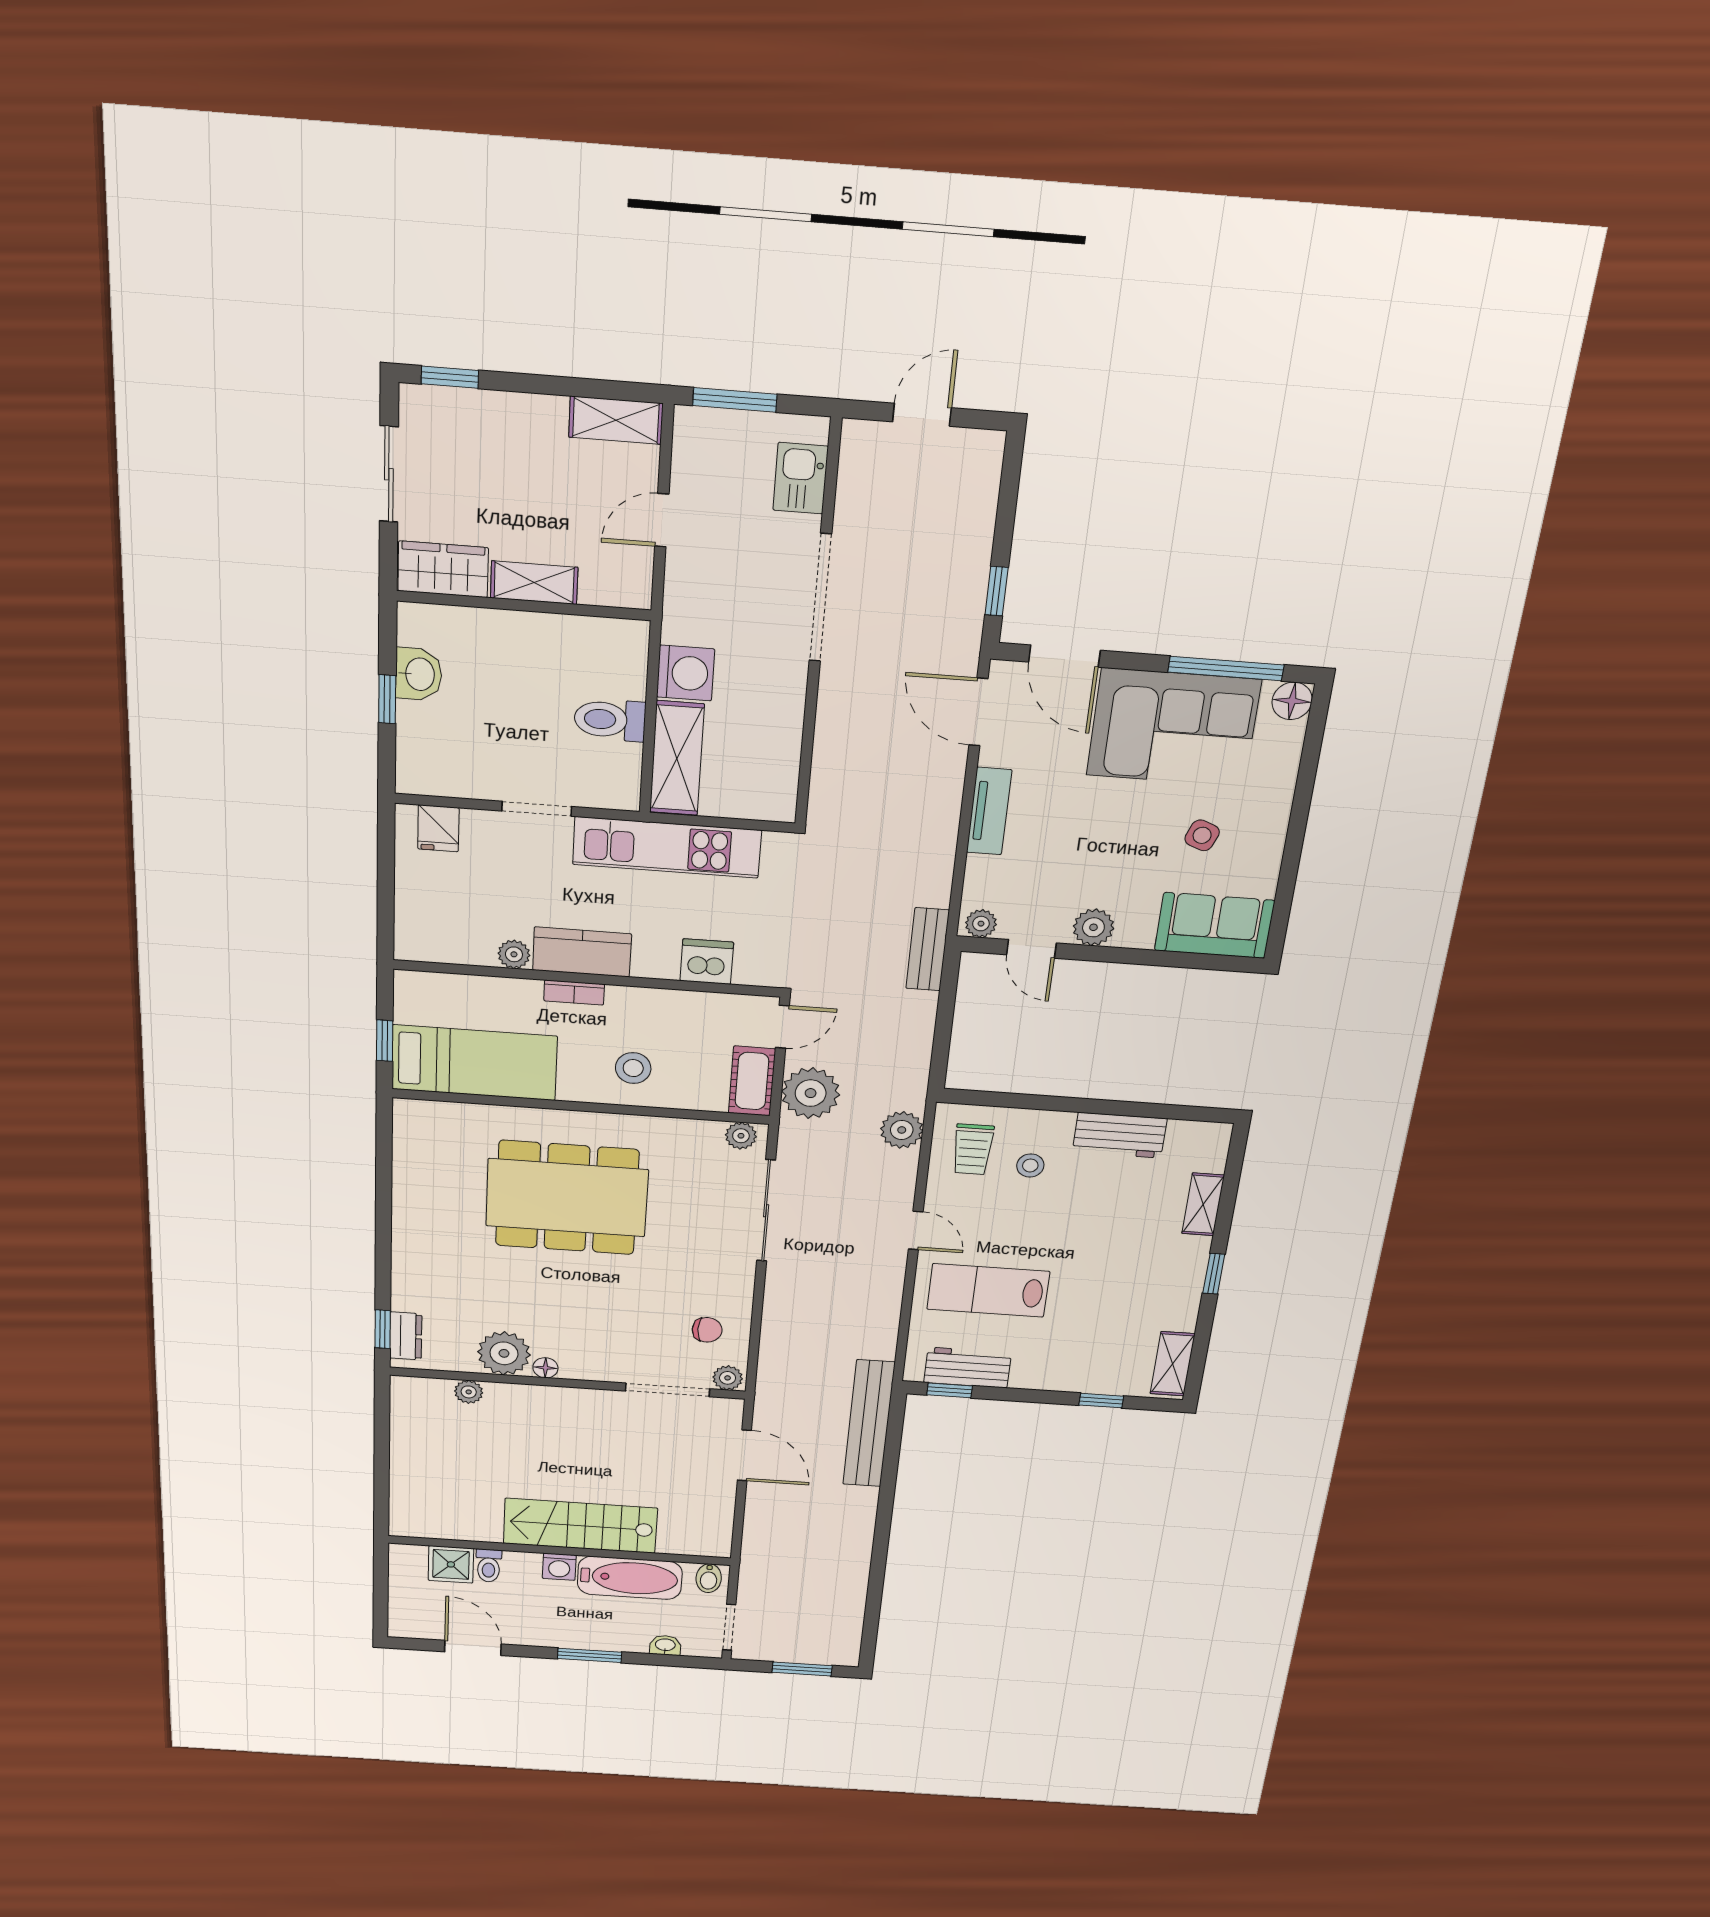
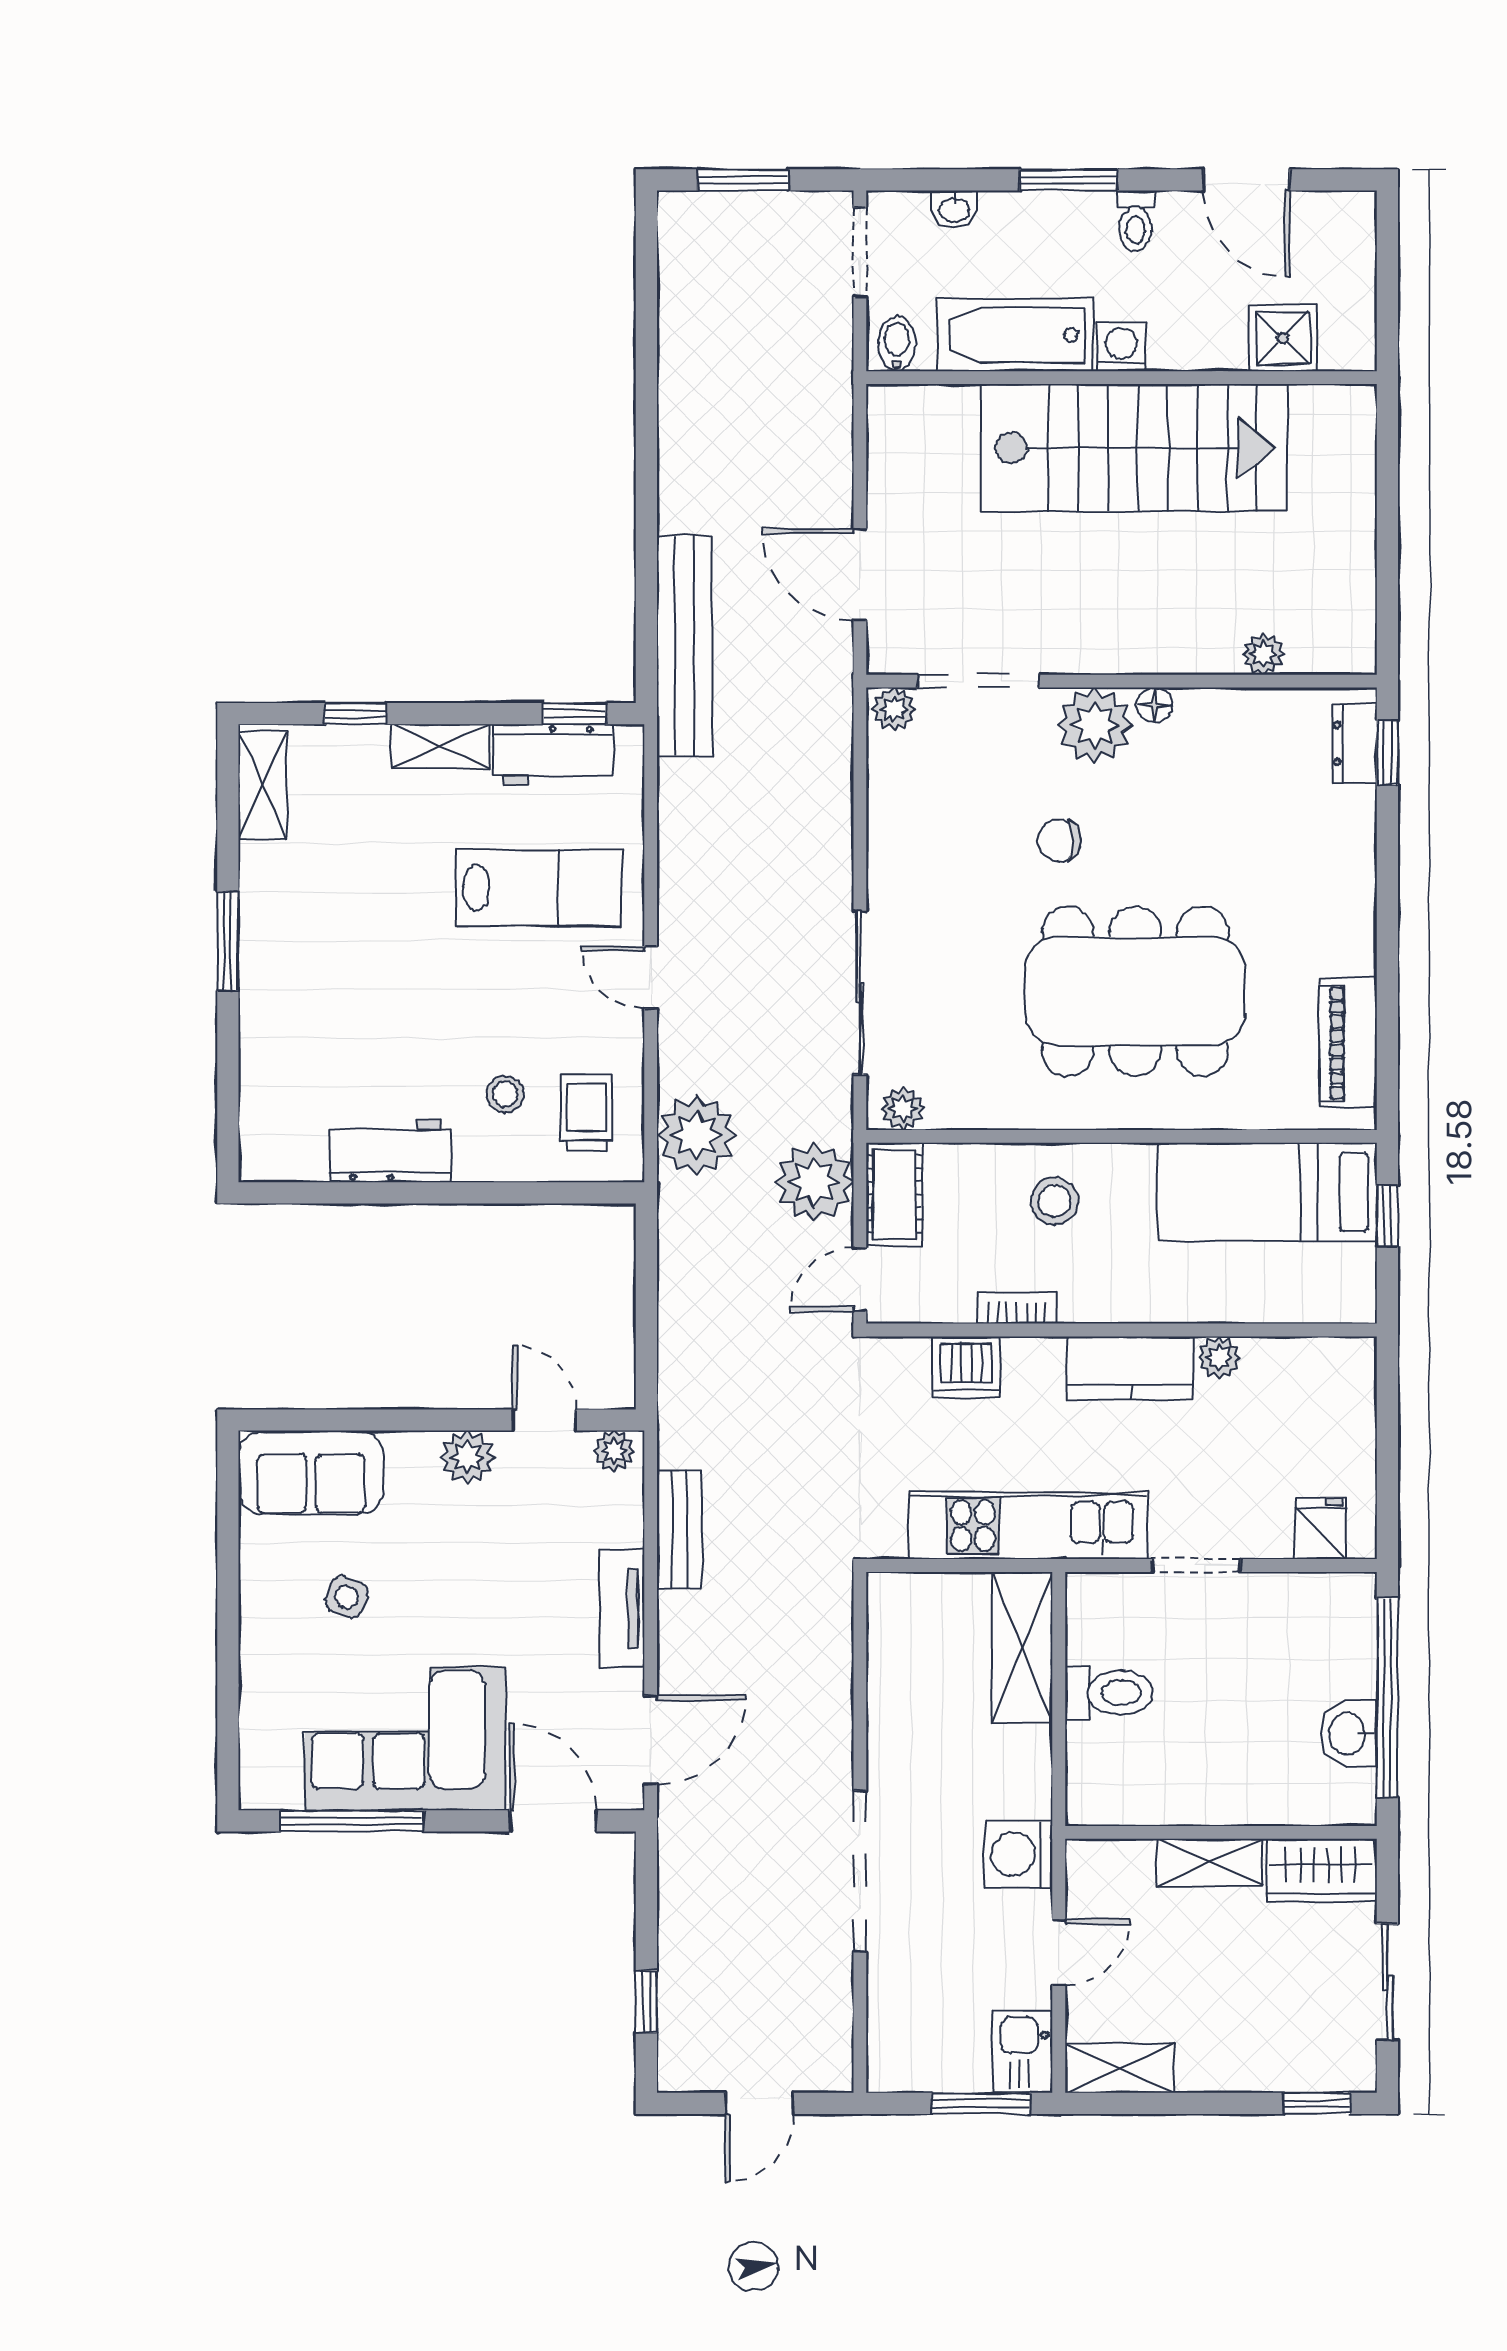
kitchen sink: (801, 478) -> (1023, 2052), moved, turned 180
window: (996, 591) -> (646, 2002), moved
washing machine: (686, 673) -> (1018, 1854), moved
window: (387, 699) -> (1387, 1698), width x3.17
floor lamp: (1292, 701) -> (263, 1786), removed
door: (978, 712) -> (651, 1740), hinge flipped
bench: (928, 949) -> (679, 1530), moved
bookcase: (574, 992) -> (1017, 1308), moved
plant: (902, 1130) -> (697, 1135), width x1.36, depth x1.36
piano: (413, 1155) -> (1348, 1043), added
shelving: (1203, 1204) -> (440, 746), moved, turned 90
window: (1214, 1274) -> (228, 941), width x1.50
chair: (707, 1330) -> (1059, 841), moved
plant: (504, 1353) -> (1095, 725), moved
stairs: (580, 1526) -> (1134, 448), width x1.36, depth x1.51
toilet: (489, 1566) -> (1136, 221), moved, turned 180

